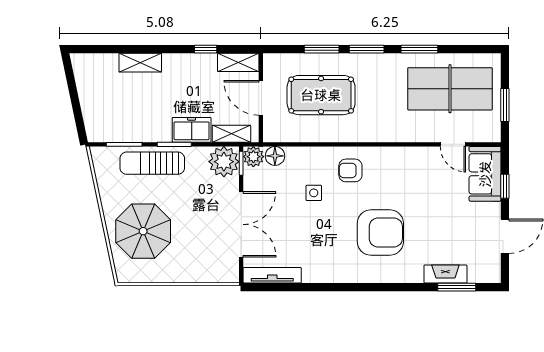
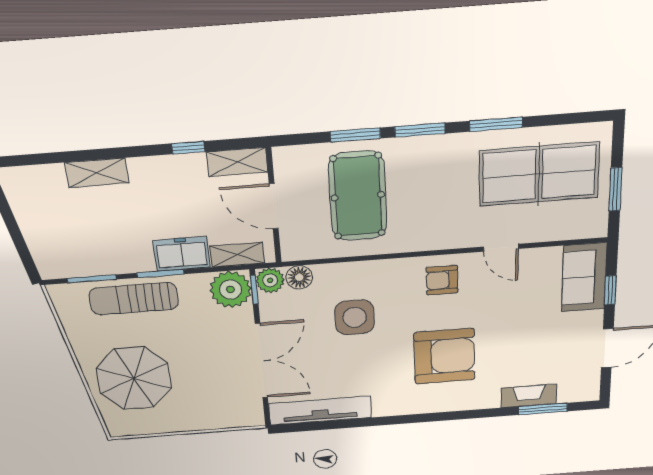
pool table: (321, 95) -> (358, 196), turned 90
door: (453, 144) -> (501, 248), moved
armchair: (350, 170) -> (442, 280), moved
side table: (314, 193) -> (355, 317), width x1.87, depth x1.87
tv unit: (272, 275) -> (320, 411), width x1.36, depth x1.29

